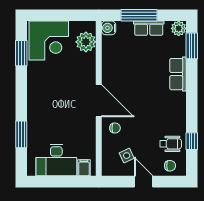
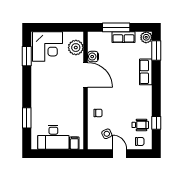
water cooler: (109, 28) -> (93, 57), moved
door: (99, 101) -> (86, 75), moved

